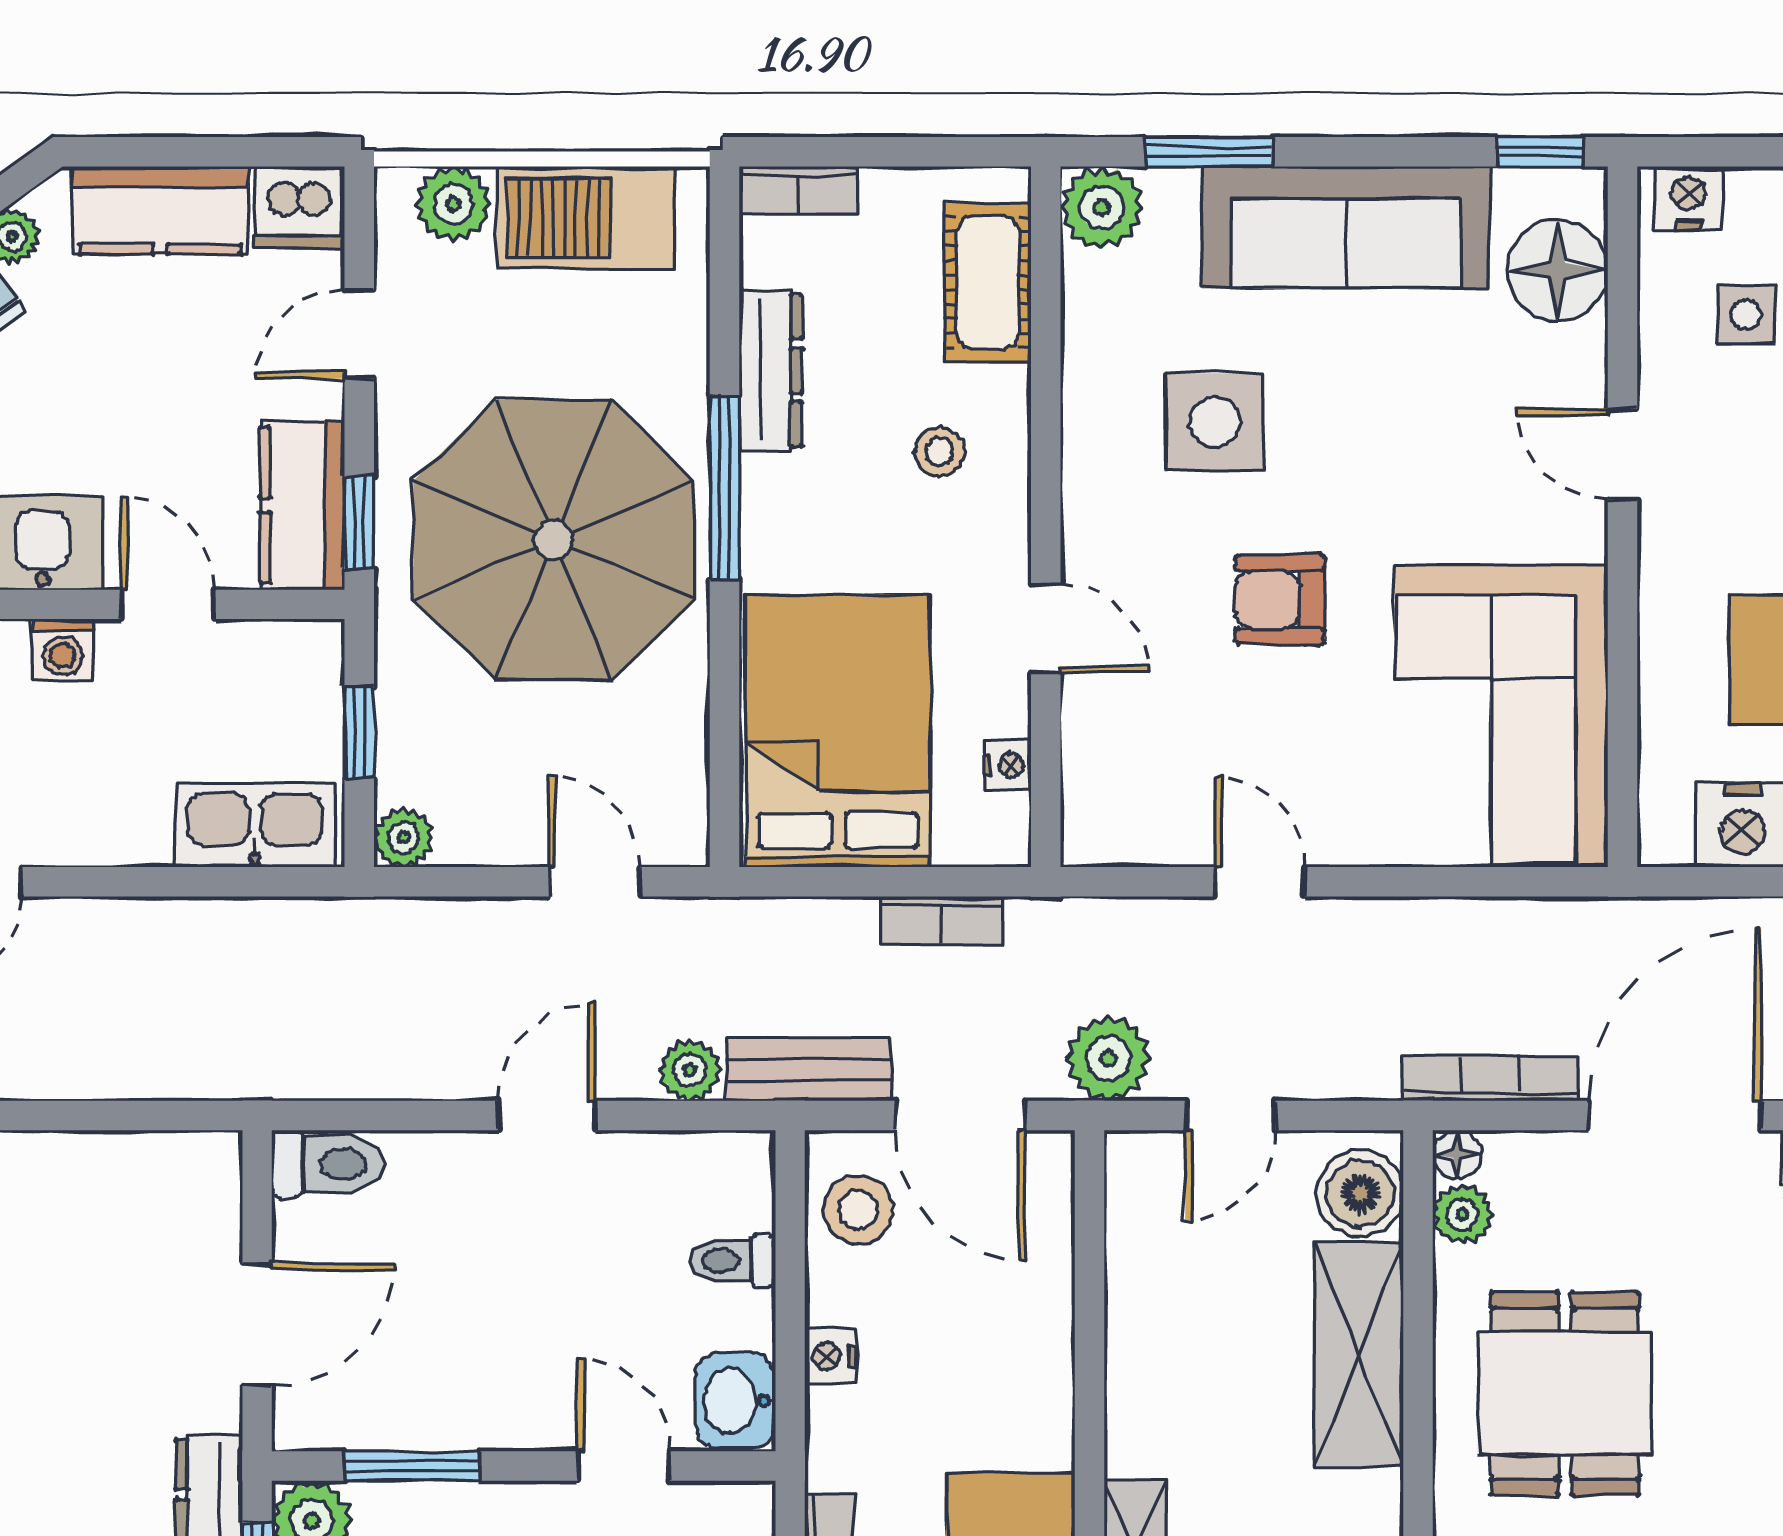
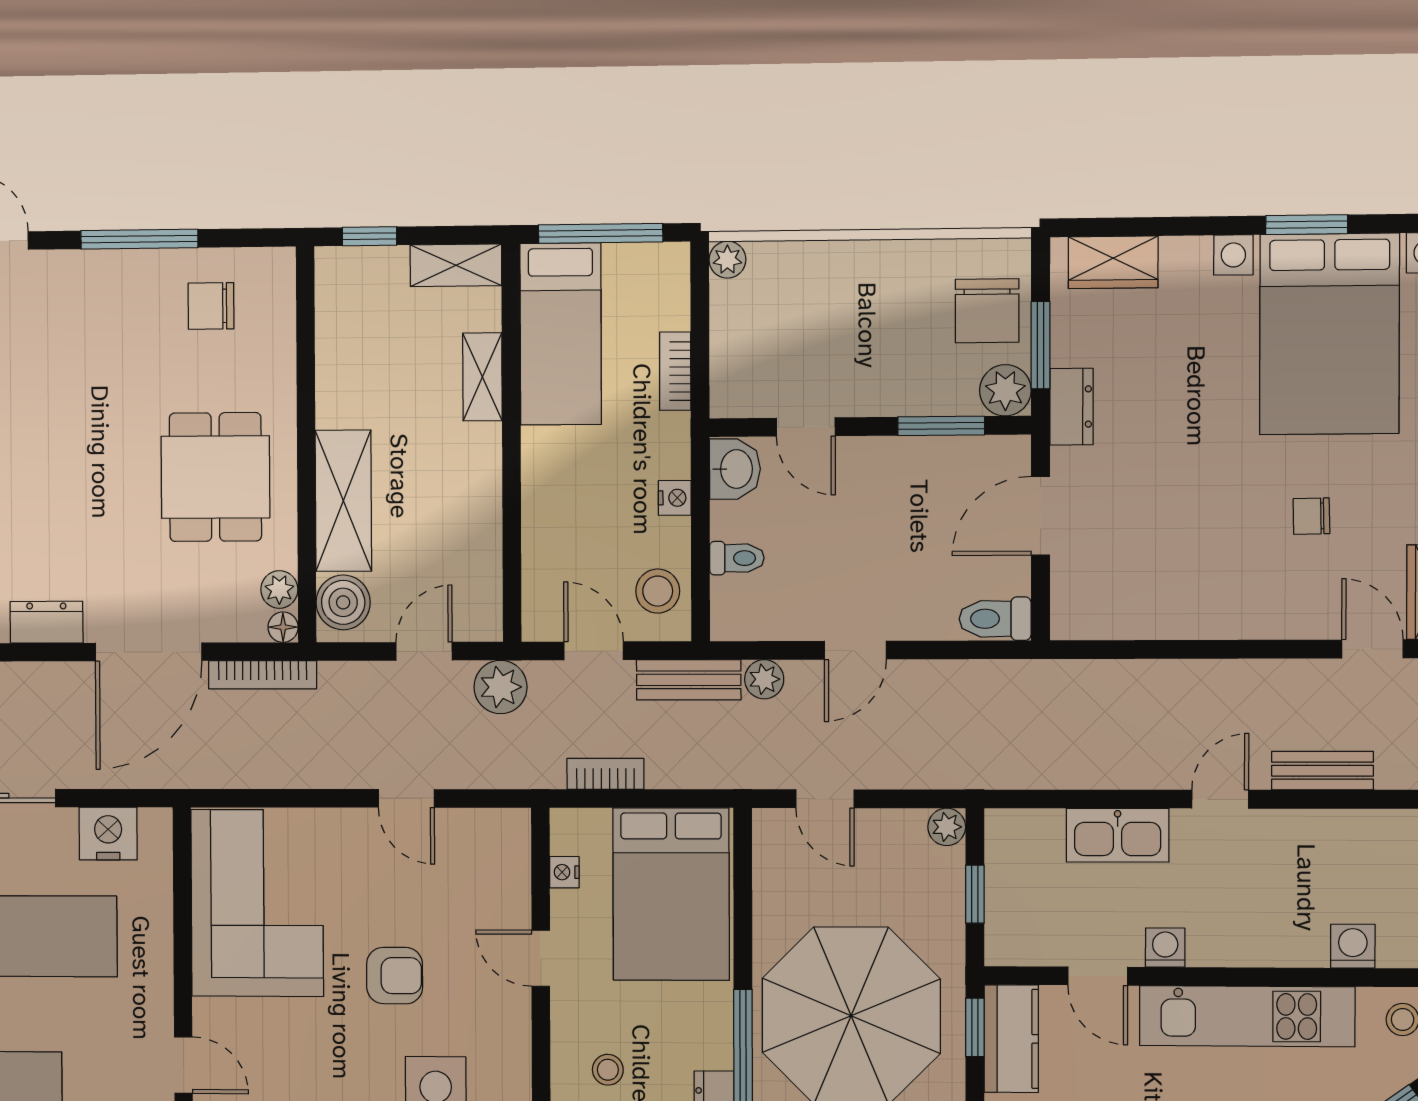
kitchen sink: (255, 825) -> (1118, 835), moved
door: (960, 1116) -> (594, 651), width x0.73

